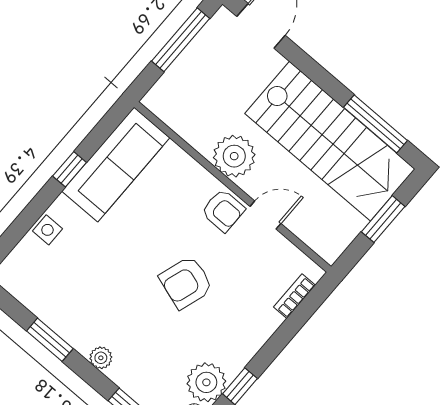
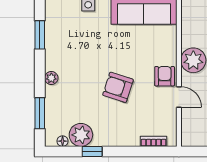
armchair: (223, 210) -> (165, 76), turned 180
window: (50, 340) -> (40, 35), moved

